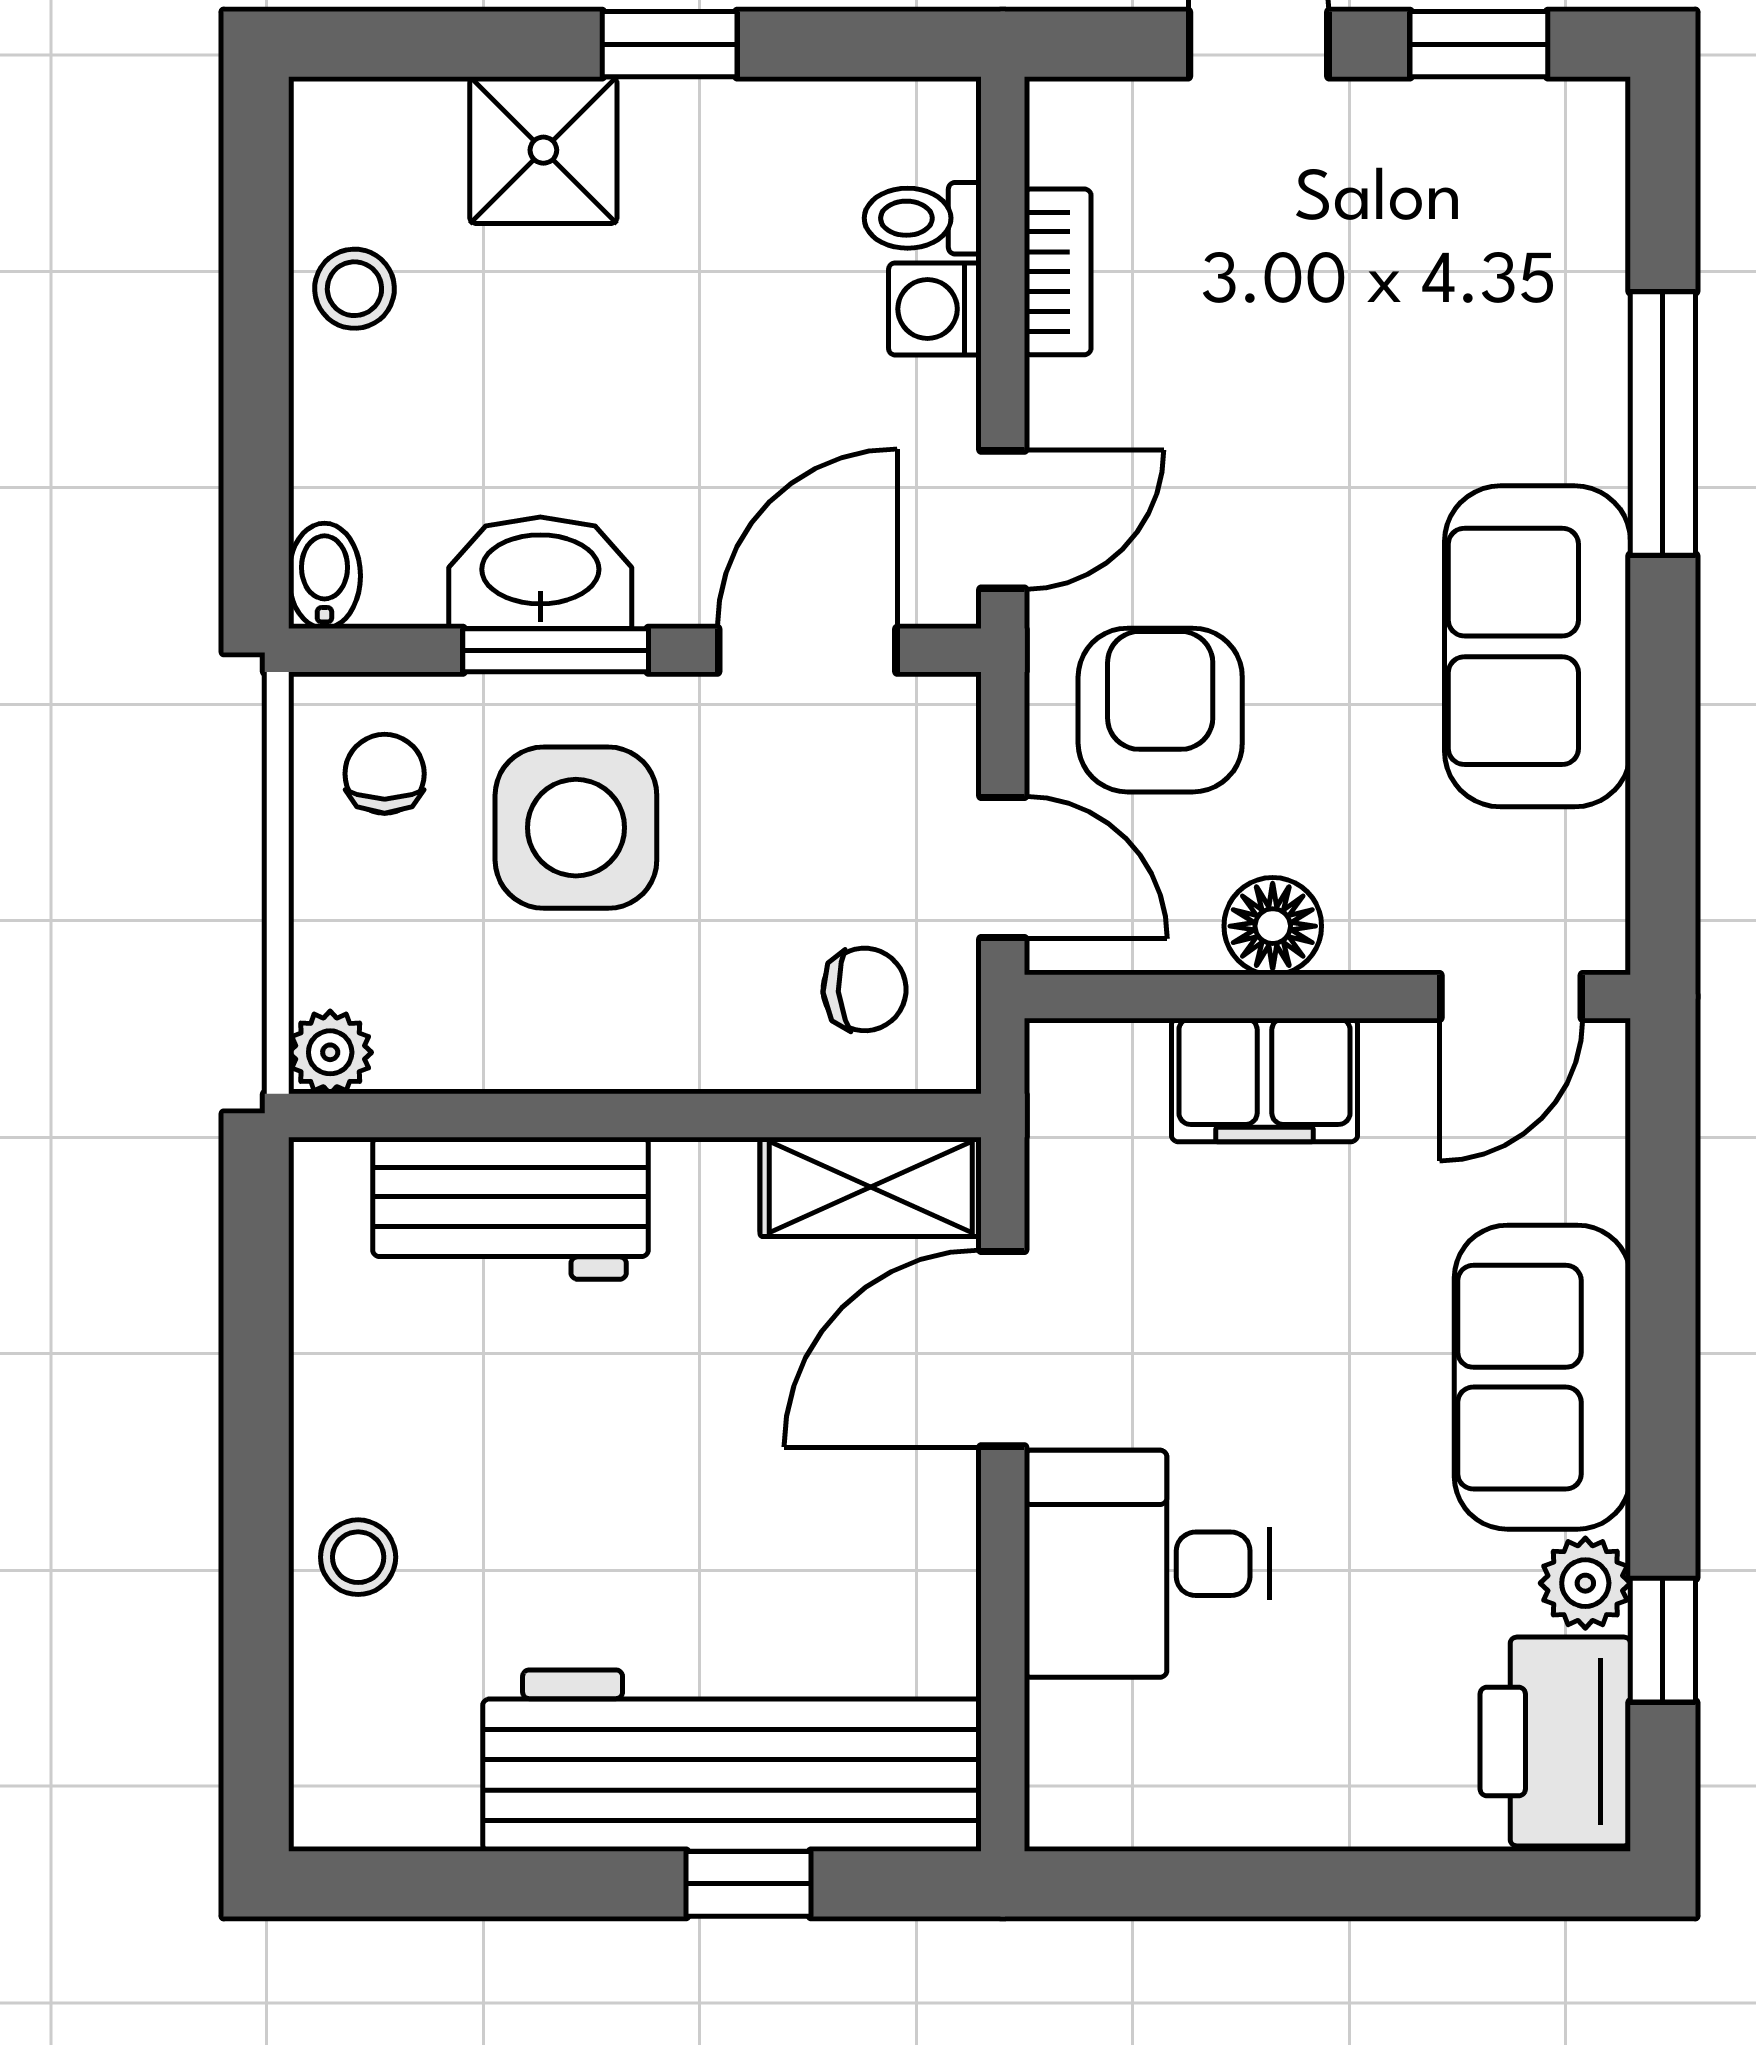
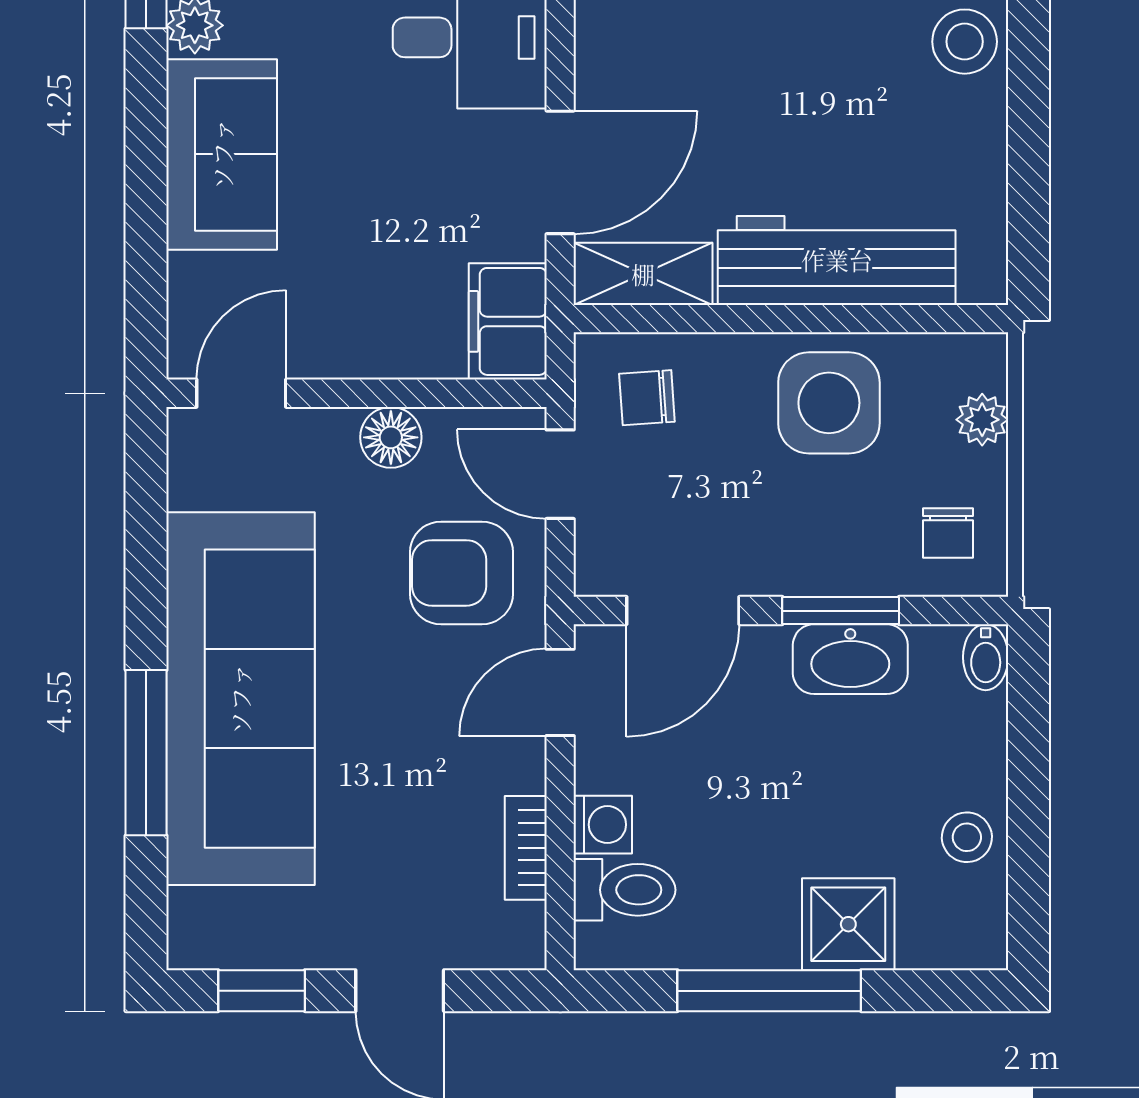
window: (670, 44) -> (769, 991), width x2.17
toilet: (923, 218) -> (625, 890), width x1.37, depth x1.39
sofa: (1538, 646) -> (240, 699), width x1.85, depth x1.27
armchair: (1160, 710) -> (461, 573), turned 90
side table: (576, 828) -> (829, 403), moved
plant: (330, 1052) -> (982, 420), moved
filing cabinet: (1264, 1080) -> (508, 321), moved, turned -90
workbench: (511, 1208) -> (837, 260), width x1.38
stool: (358, 1557) -> (965, 42), width x1.37, depth x1.37

